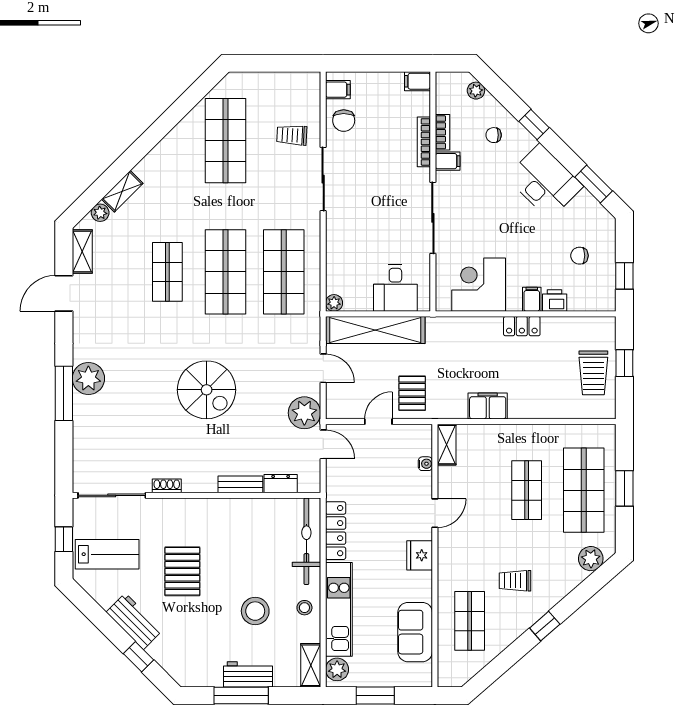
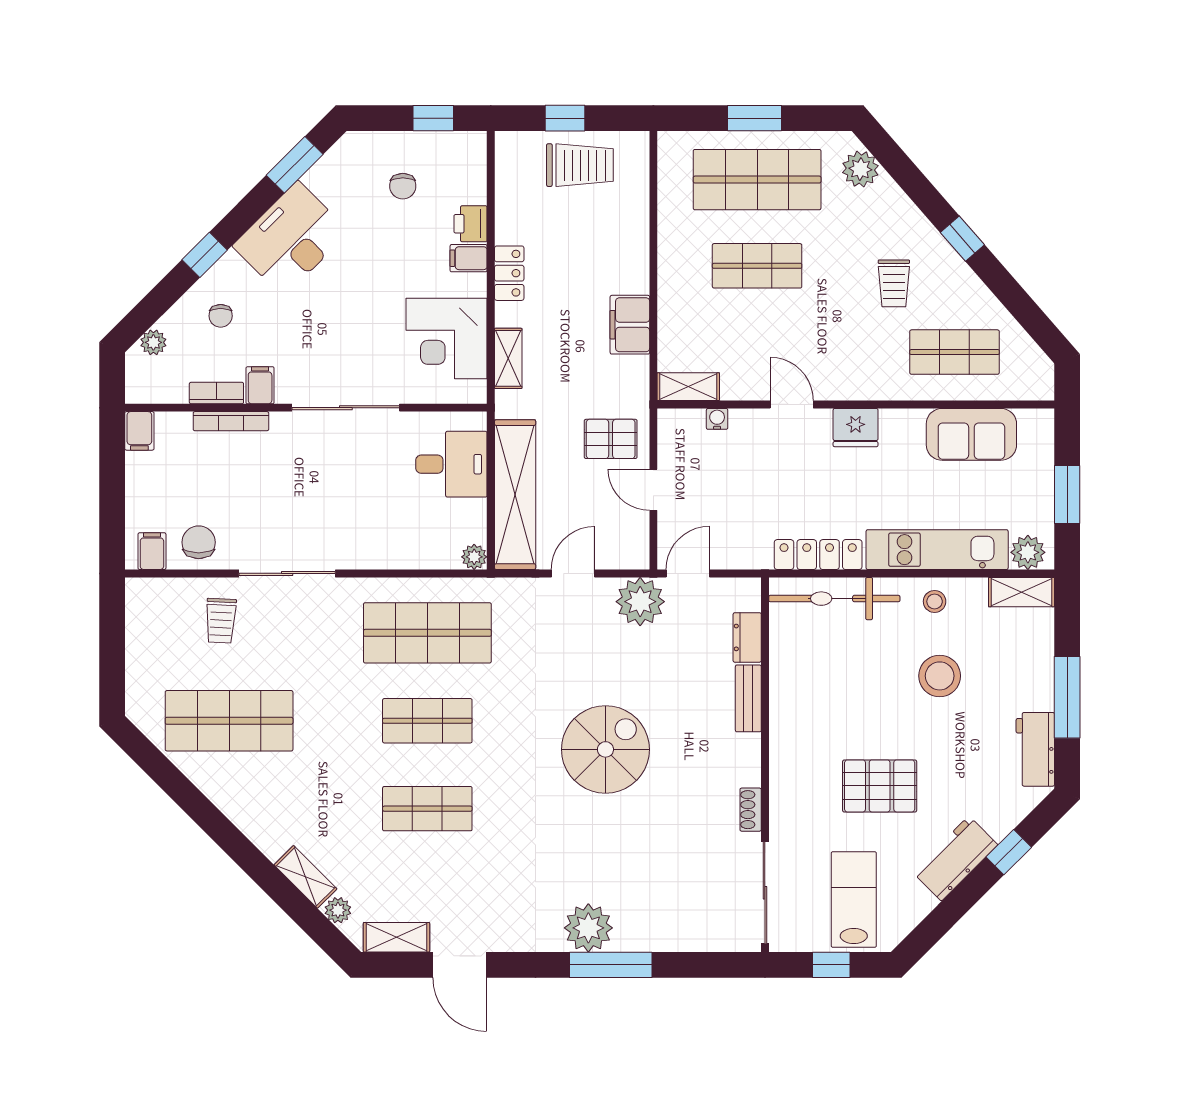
chair: (344, 121) -> (199, 542), turned -90
shop shelf: (226, 272) -> (427, 721), width x0.70, depth x0.74
shelving: (465, 325) -> (508, 358), added
workbench: (248, 674) -> (1035, 749), moved

